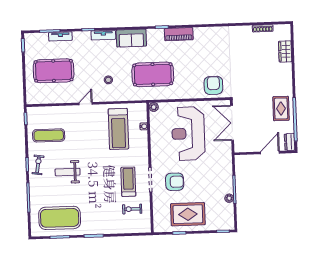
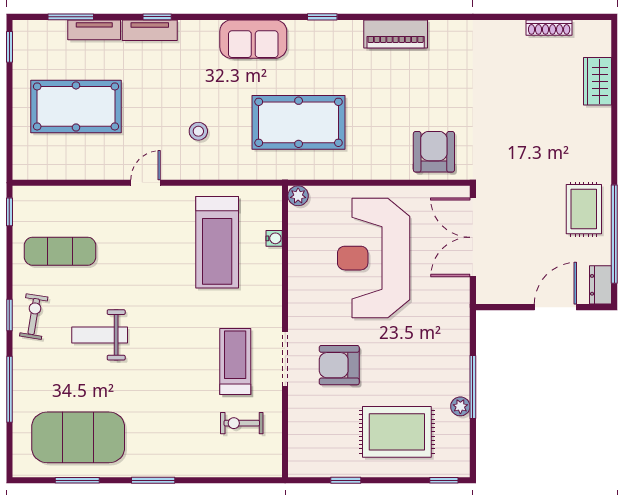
piano: (179, 34) -> (396, 34), moved
tv unit: (103, 35) -> (150, 30), moved
armchair: (175, 182) -> (339, 365), turned 180
rug: (188, 214) -> (397, 432), moved

